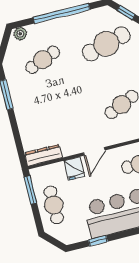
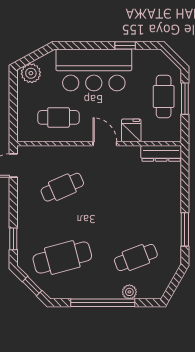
plant: (20, 34) -> (129, 292), moved
door: (94, 151) -> (105, 144), hinge flipped
window: (30, 190) -> (185, 99), moved

